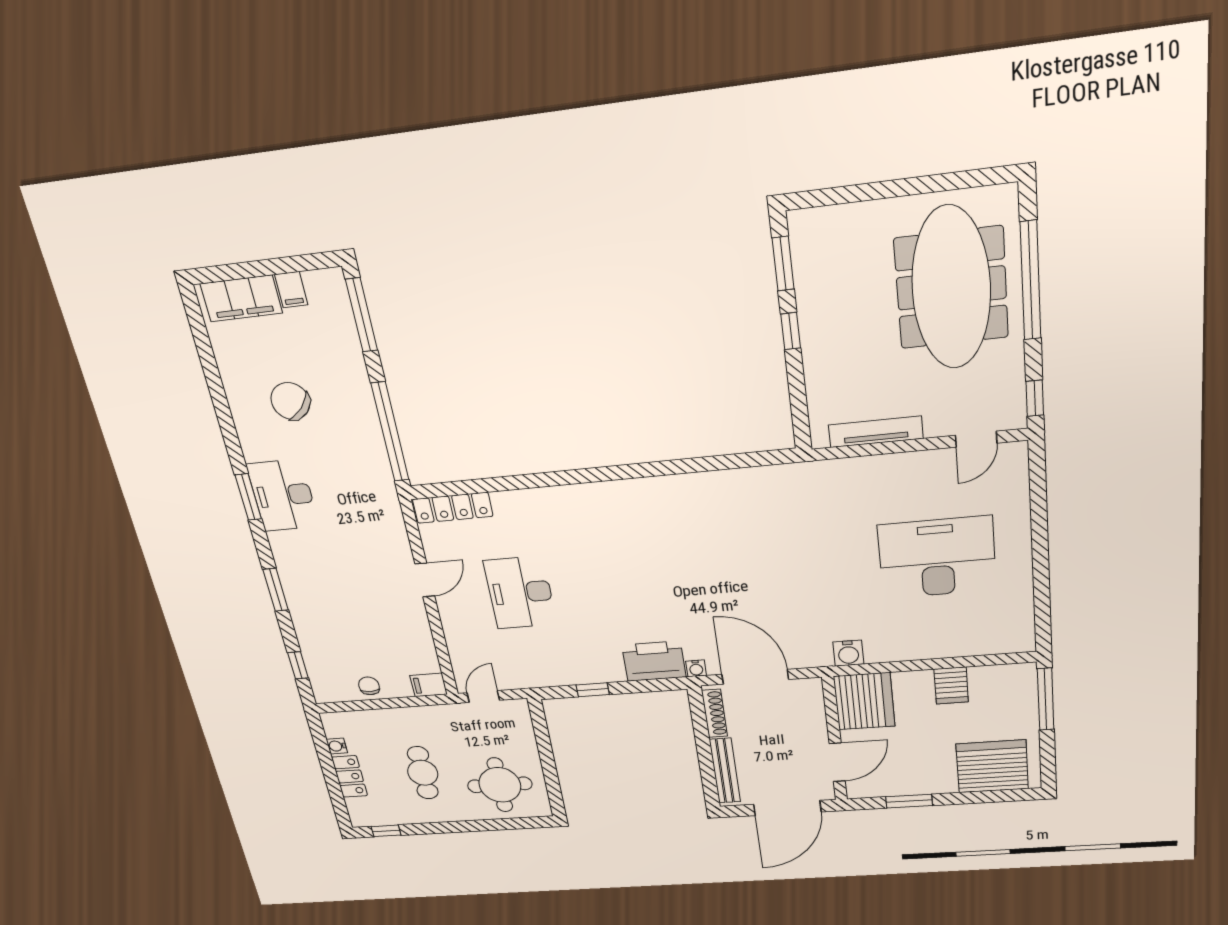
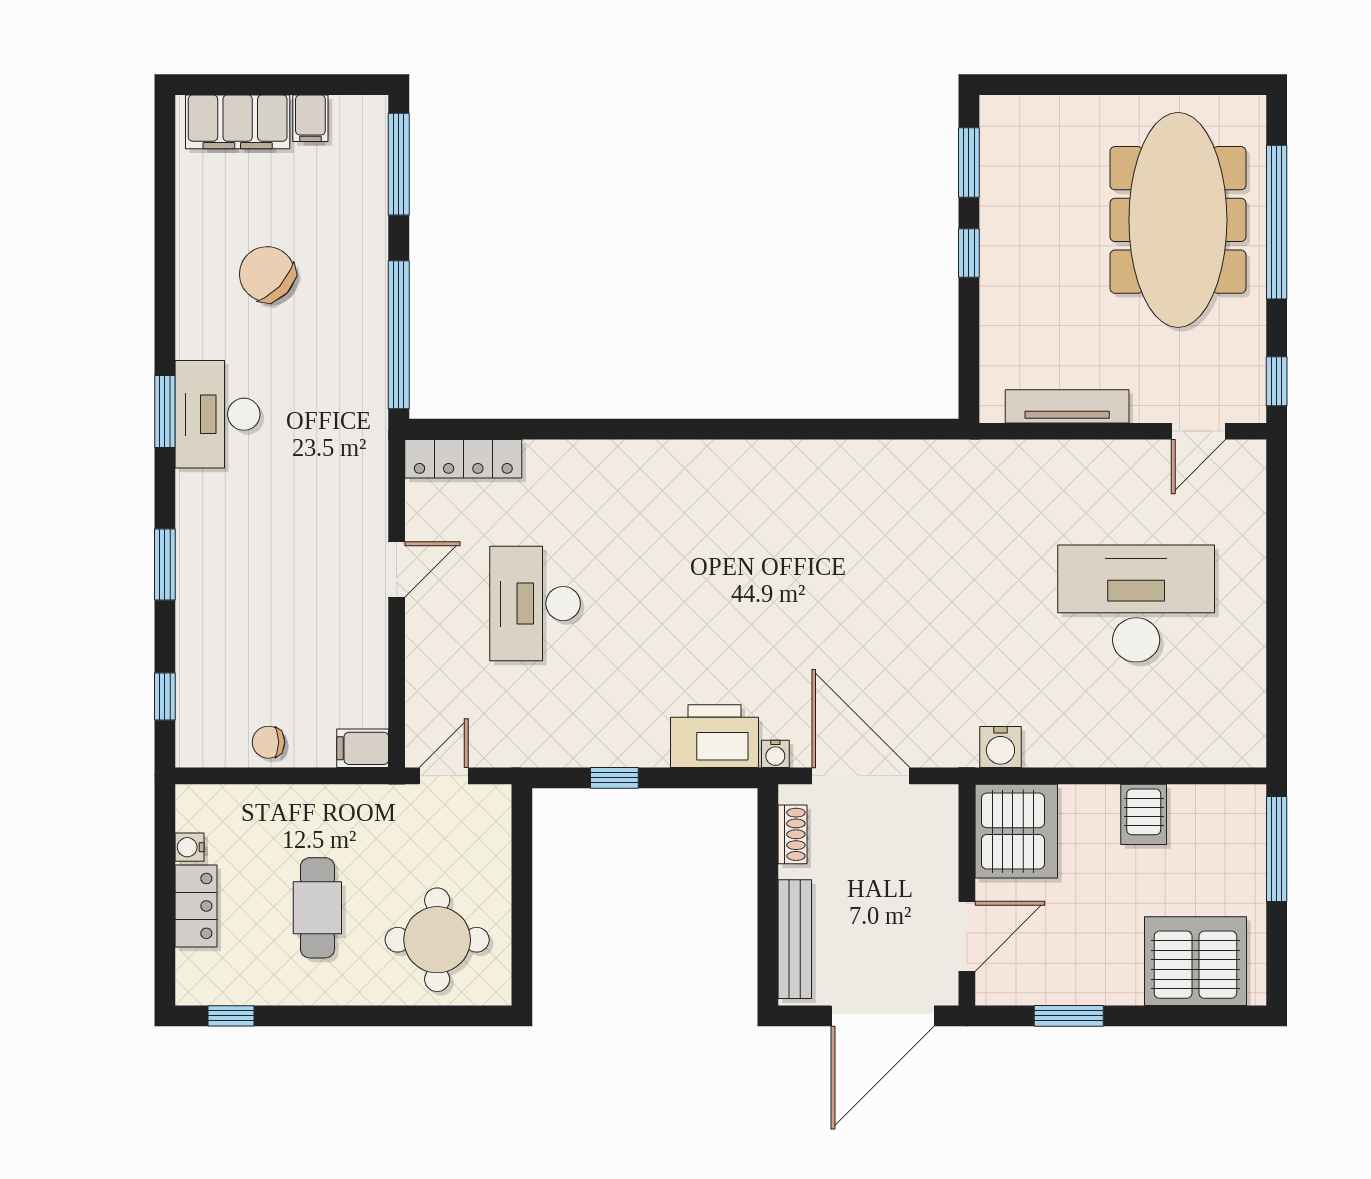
chair: (369, 686) -> (268, 742), turned -90
shoe rack: (715, 713) -> (792, 834), width x0.70

